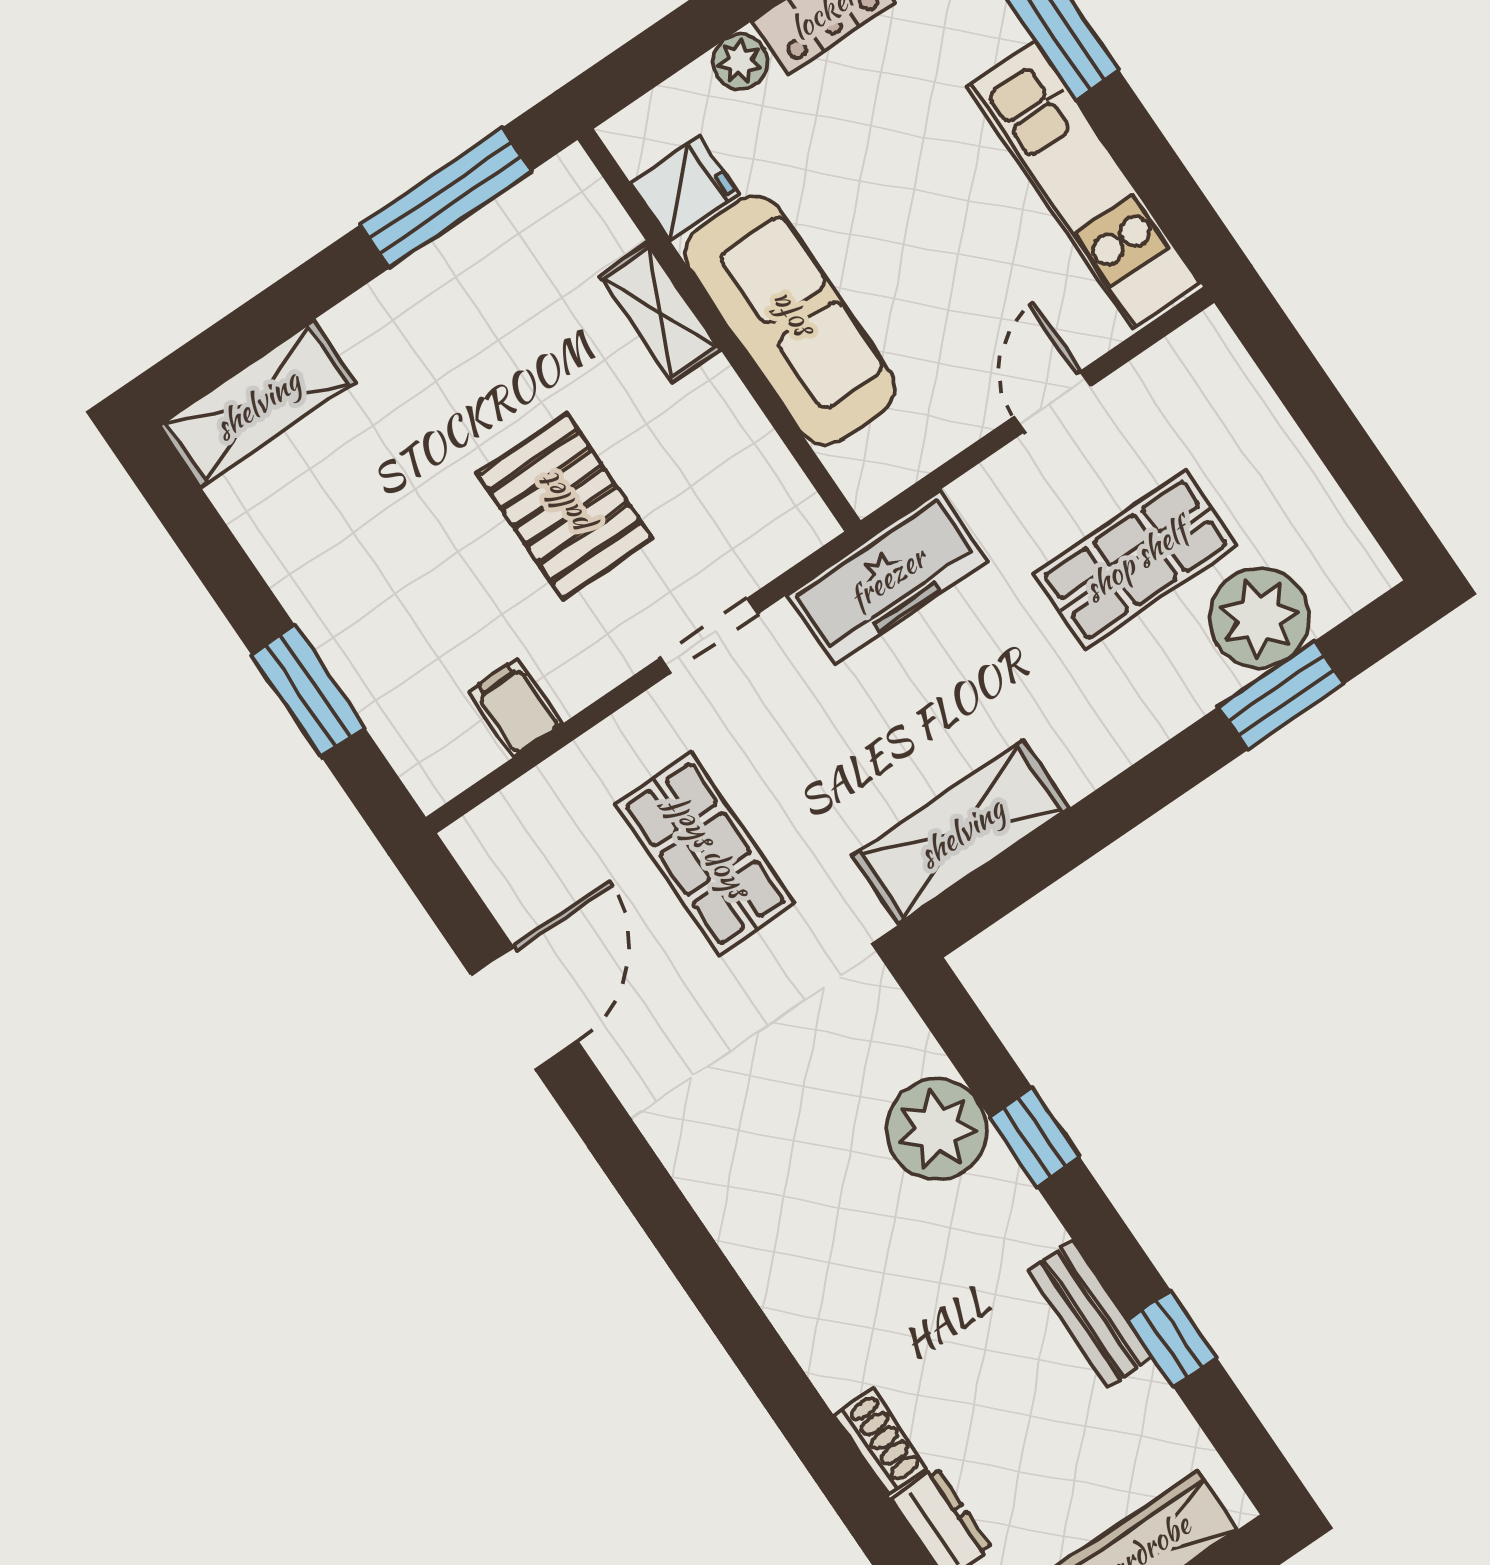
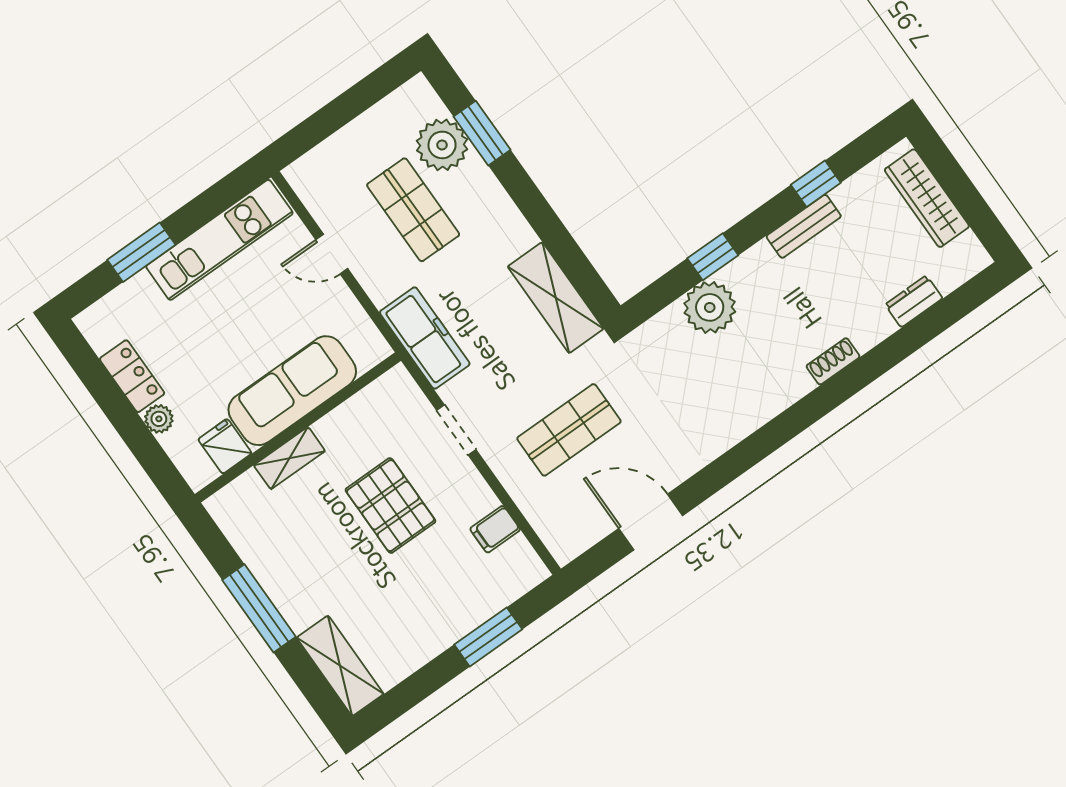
window: (446, 198) -> (259, 608), moved
pallet: (565, 506) -> (390, 506), turned 90
shoe rack: (880, 1441) -> (833, 361), moved

